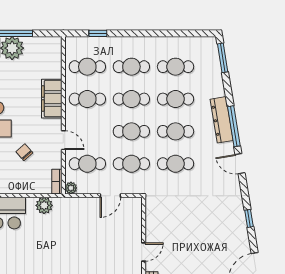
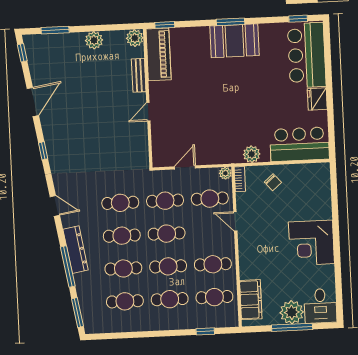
filing cabinet: (52, 99) -> (251, 300), moved
window: (234, 126) -> (68, 267), moved
chair: (24, 152) -> (273, 182), moved

